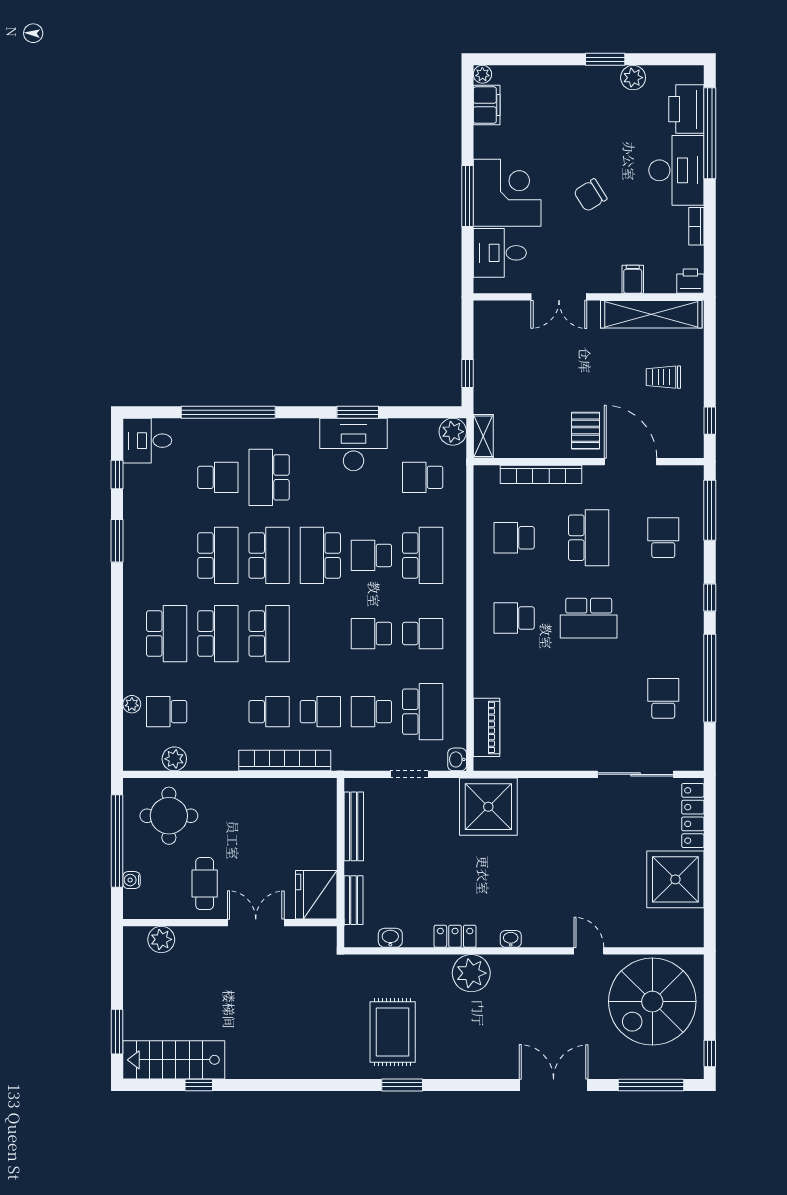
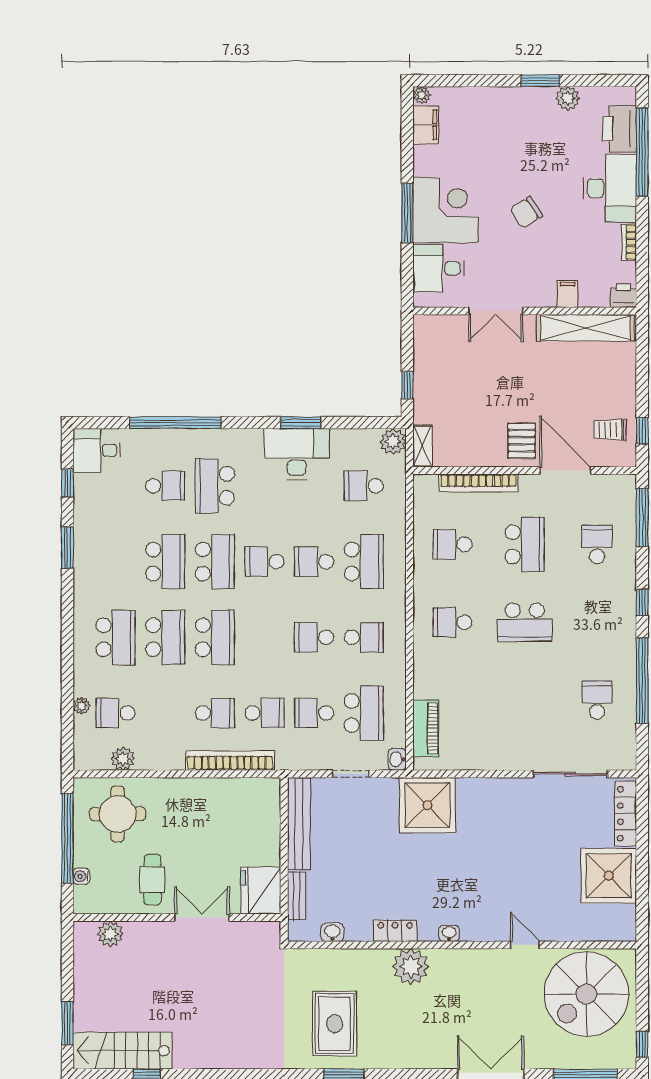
trolley: (663, 377) -> (610, 430), moved
school desk: (320, 555) -> (264, 562), width x0.54
bench: (354, 826) -> (299, 824), width x1.37, depth x1.21

